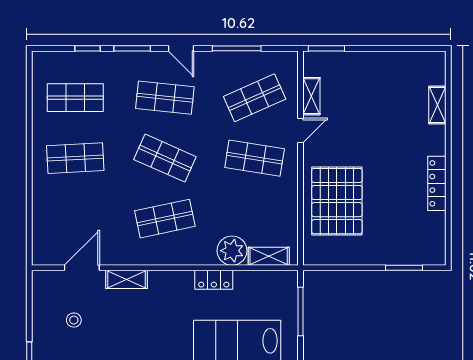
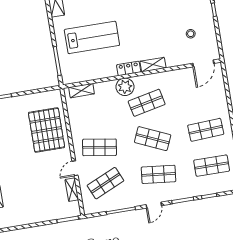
door: (181, 48) -> (154, 205), swing flipped
plant: (232, 251) -> (125, 87), moved
door: (82, 268) -> (203, 63), moved
shelving: (126, 279) -> (153, 65), moved
locker: (214, 280) -> (129, 68), moved

